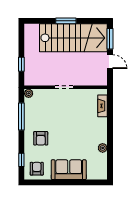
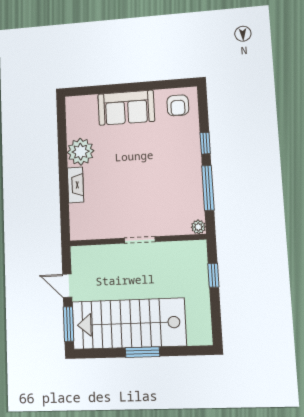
fireplace: (103, 106) -> (76, 185), moved
armchair: (41, 138) -> (174, 154), removed
plant: (103, 148) -> (81, 152), width x1.87, depth x1.87
window: (21, 160) -> (205, 143), moved

